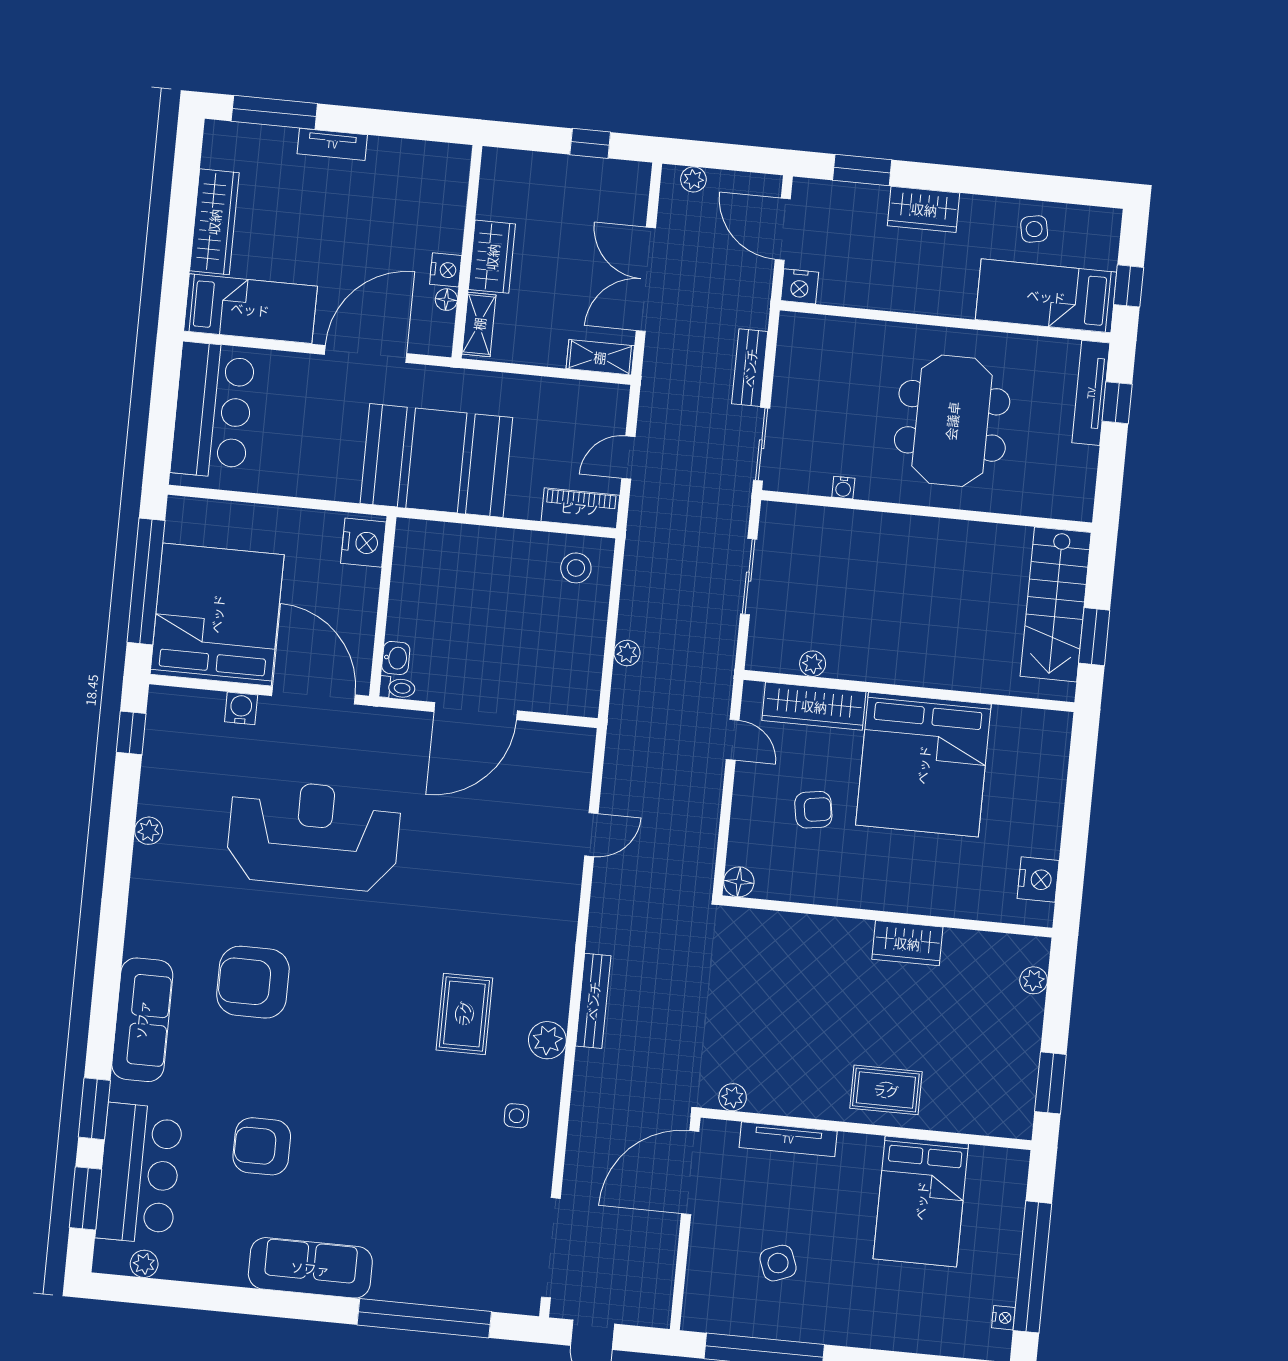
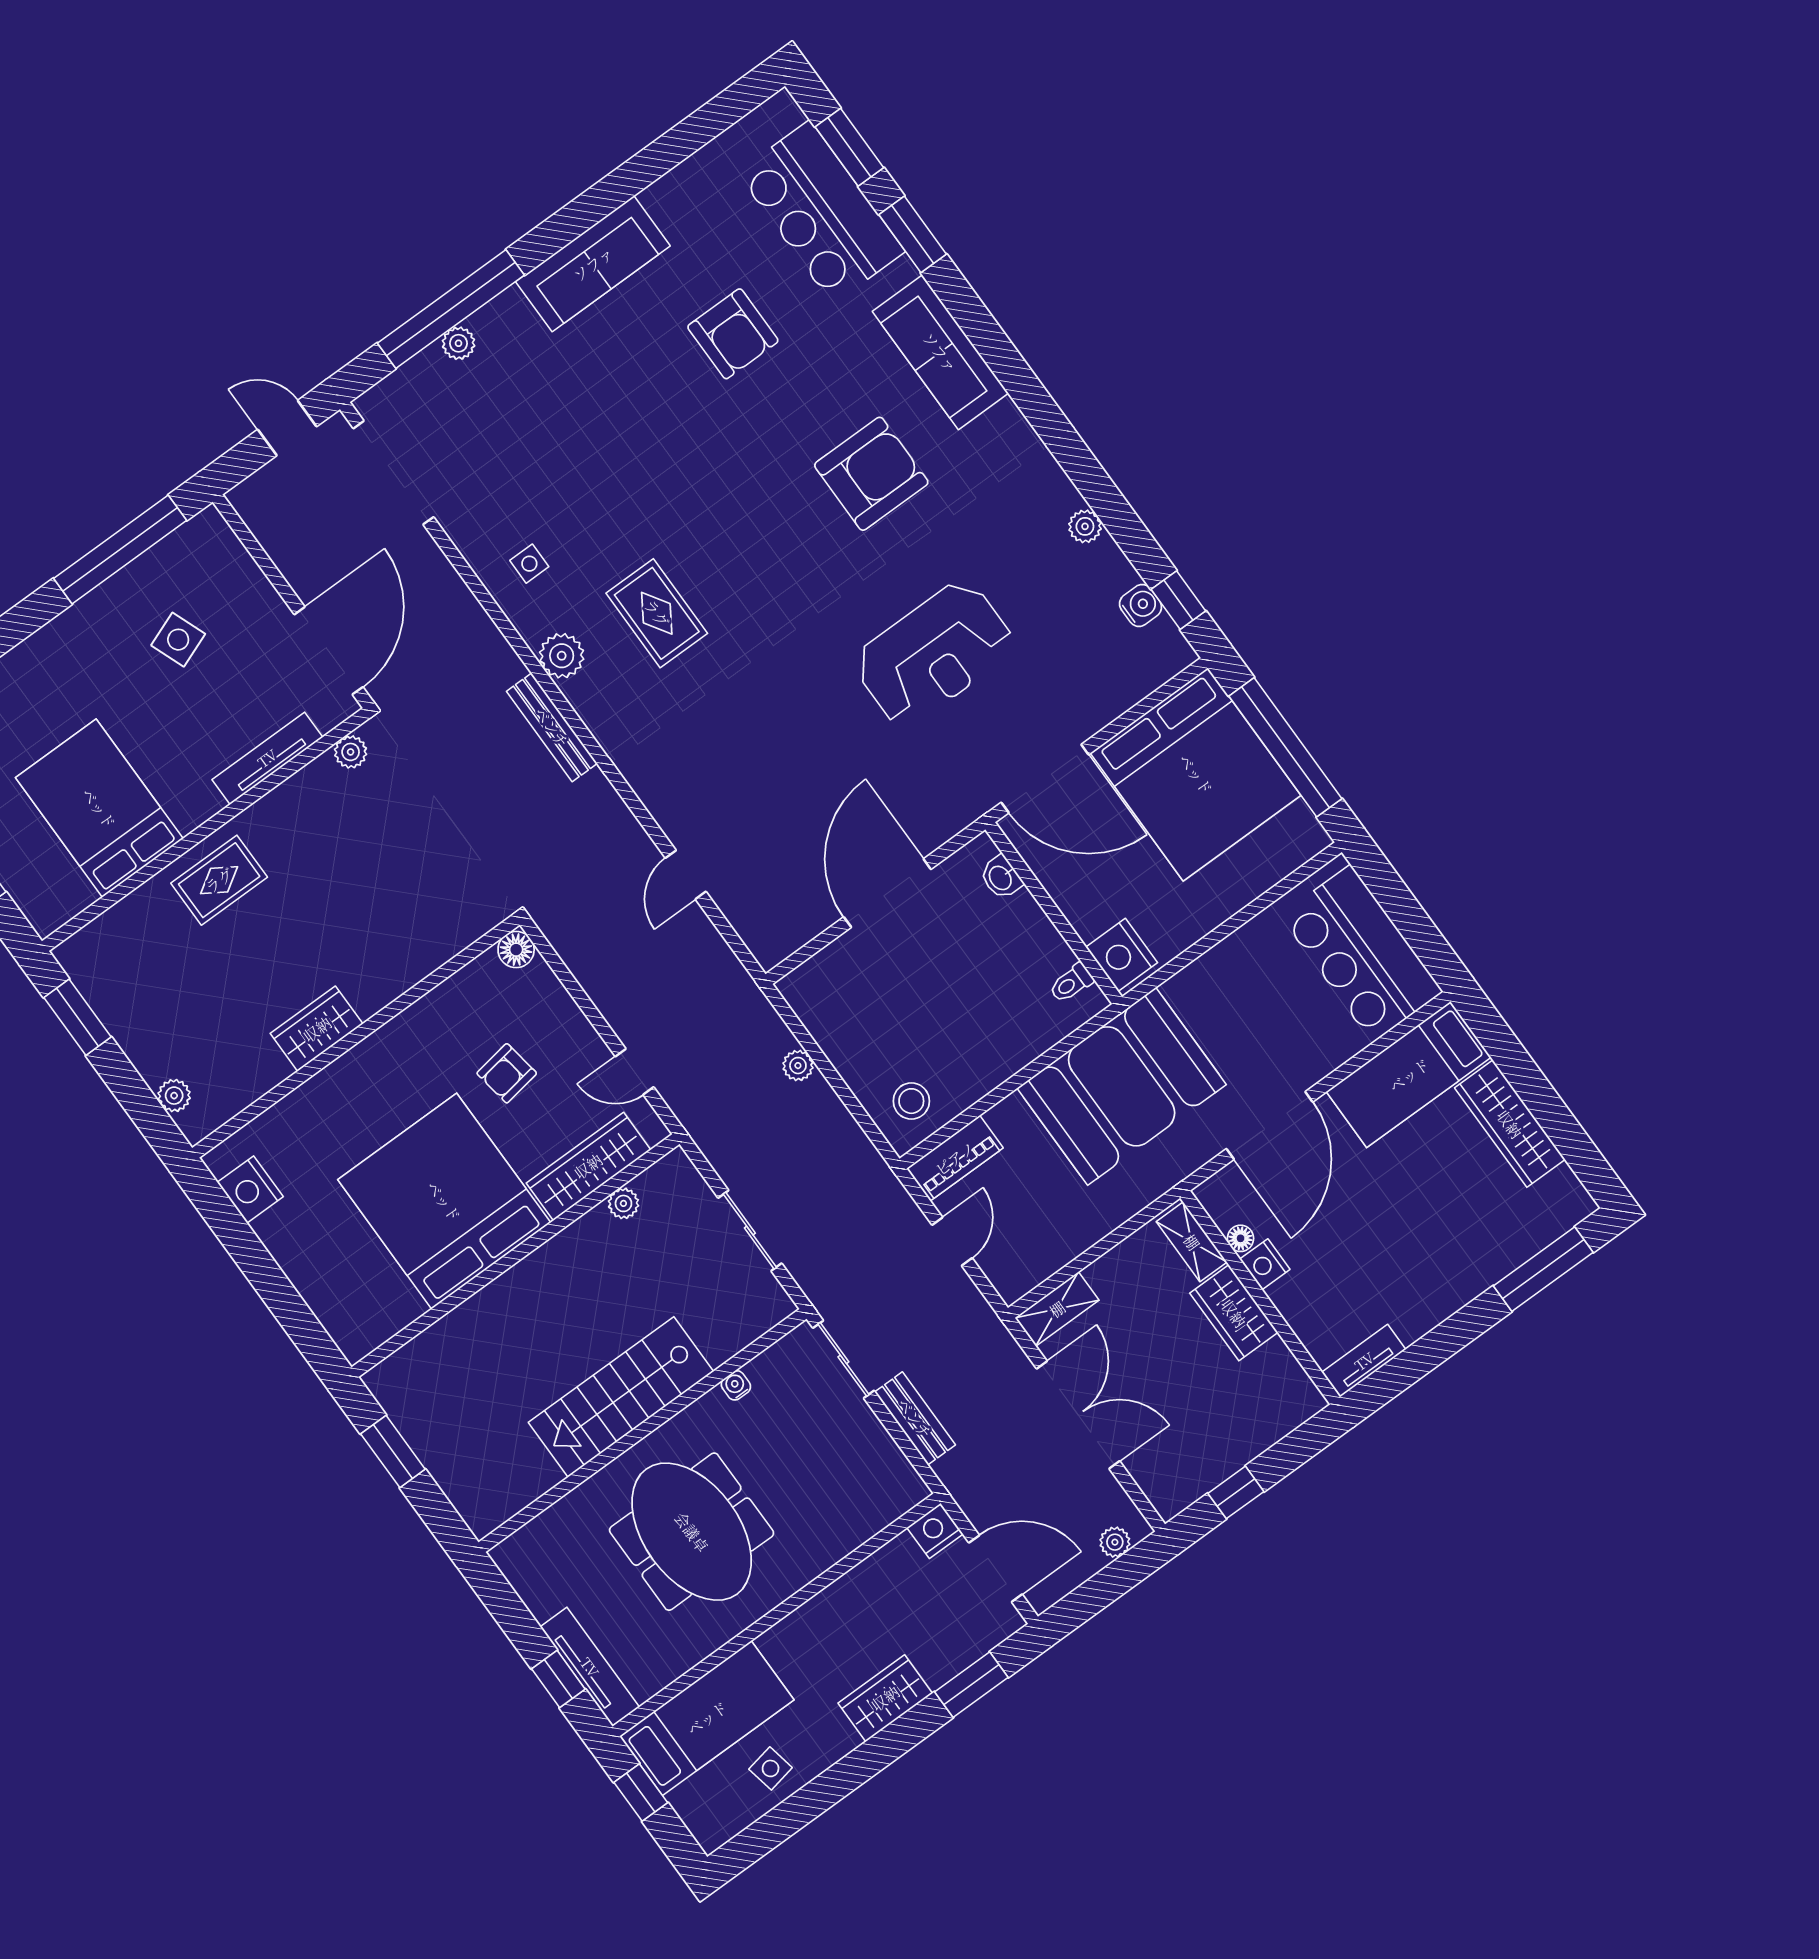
tv unit: (332, 144) -> (1364, 1361), moved
stairs: (1056, 604) -> (621, 1397), moved, turned -90
toilet: (397, 688) -> (1071, 983), moved
water cooler: (241, 708) -> (1141, 605), moved, turned -90
reception desk: (314, 835) -> (934, 654), width x0.74, depth x0.77
armchair: (262, 1146) -> (733, 334), turned 90
plant: (144, 1264) -> (459, 343), moved

